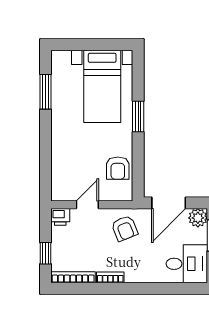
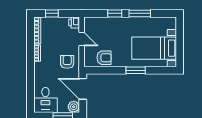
window: (45, 92) -> (140, 13), moved
window: (45, 151) -> (115, 13), added
armchair: (118, 168) -> (104, 58), turned 180
armchair: (125, 228) -> (67, 62), turned 112

